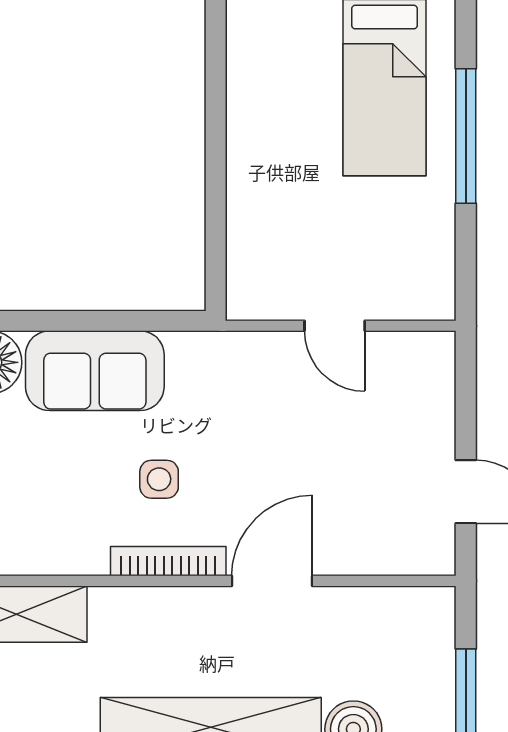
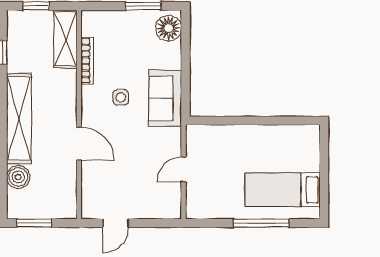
sofa: (95, 371) -> (165, 98), moved
bookcase: (168, 561) -> (87, 61), moved

